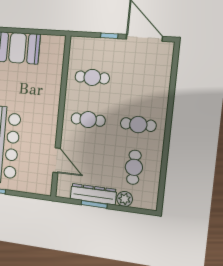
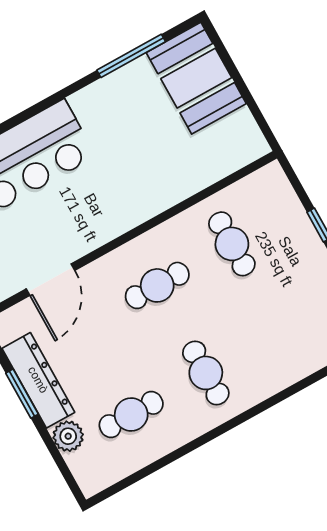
cafe table: (88, 120) -> (157, 285), turned 90

